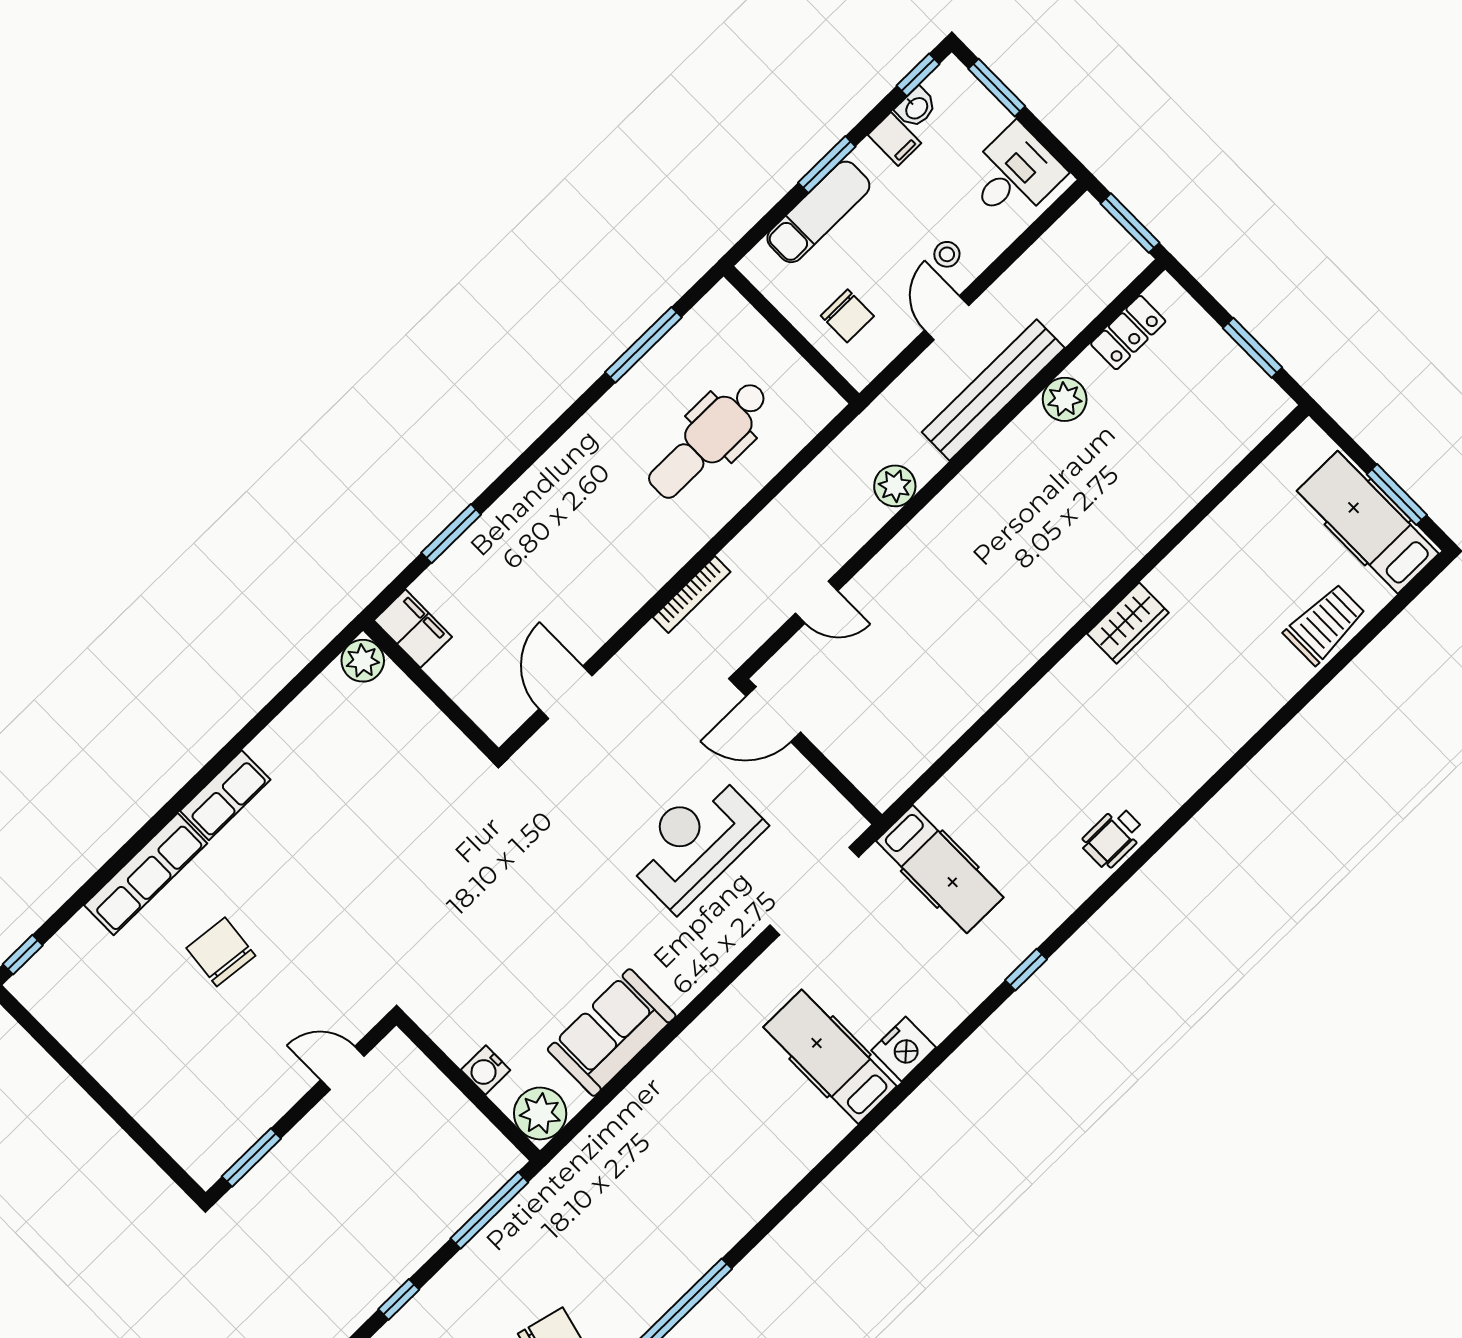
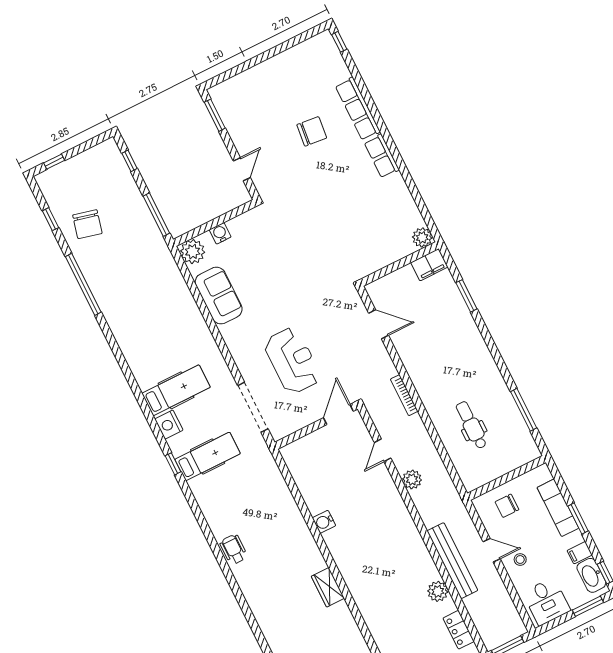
washbasin: (916, 108) -> (591, 575), width x1.91, depth x1.45
dental chair: (708, 440) -> (471, 425), width x0.73, depth x0.72
plant: (895, 486) -> (412, 479), moved
water cooler: (998, 673) -> (324, 522), added
hospital bed: (940, 869) -> (208, 456), moved, turned 180
window: (1026, 970) -> (173, 464), moved

